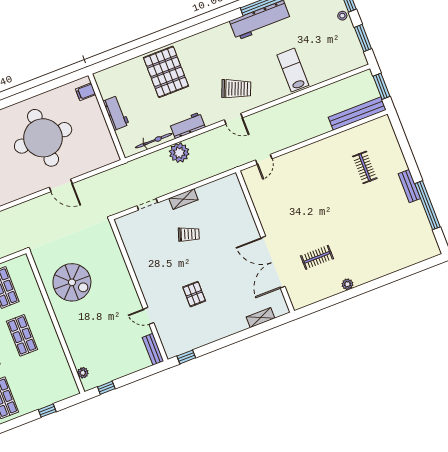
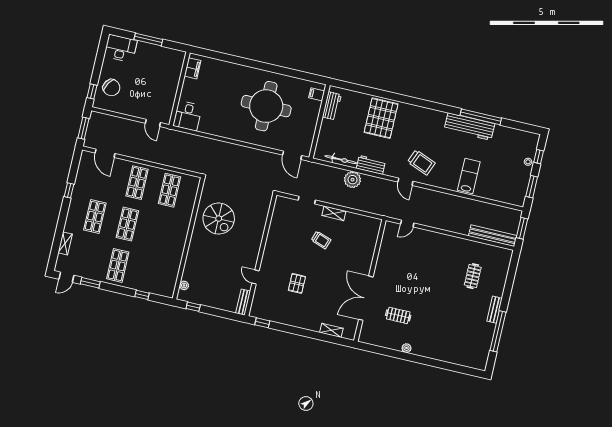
workbench: (116, 113) -> (332, 106), moved
door: (61, 185) -> (292, 155), moved
shop shelf: (22, 335) -> (160, 232), removed

